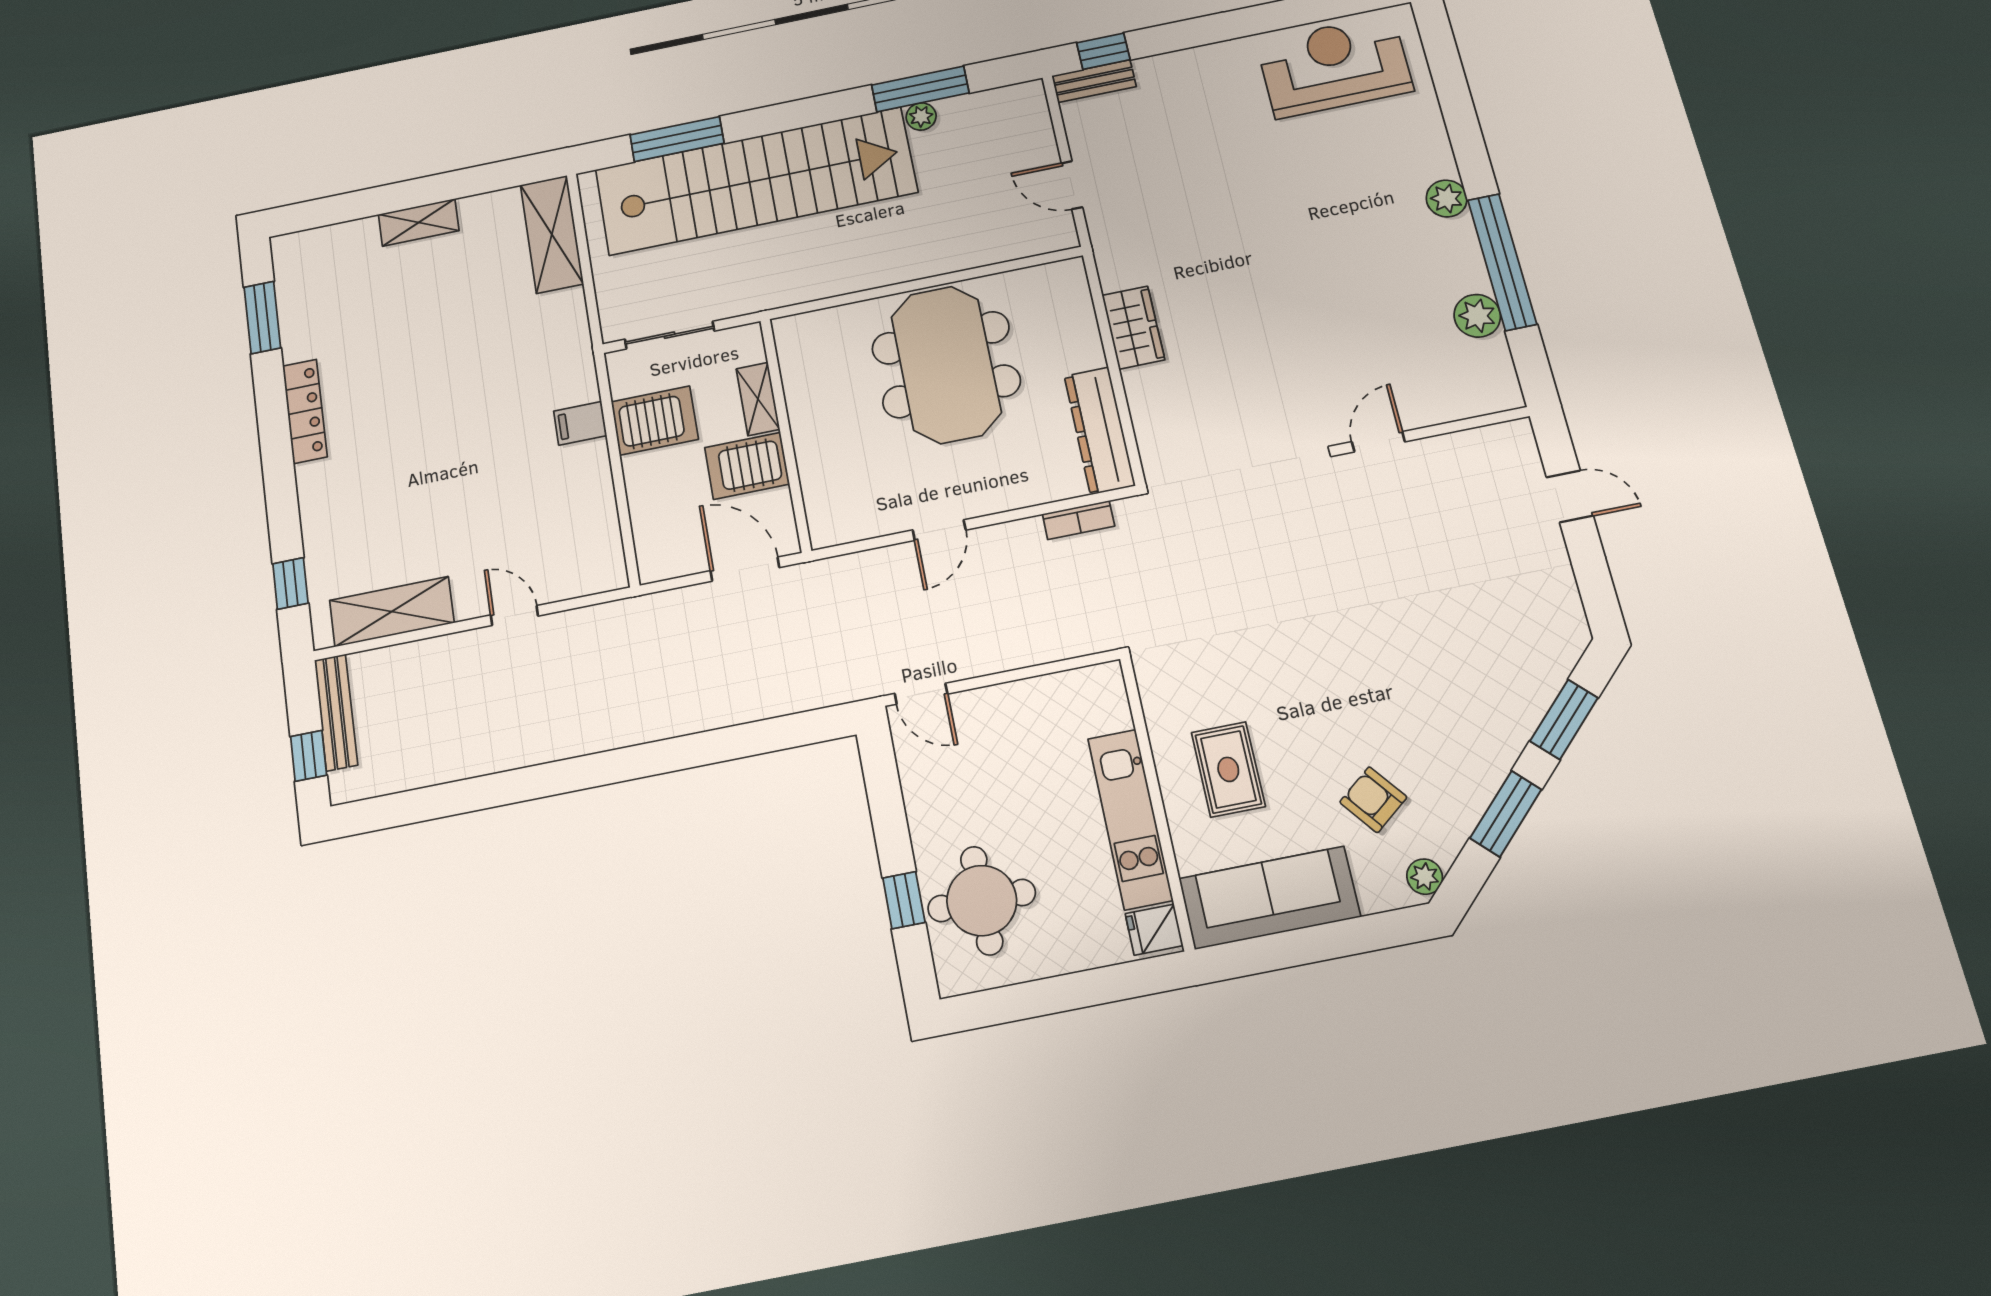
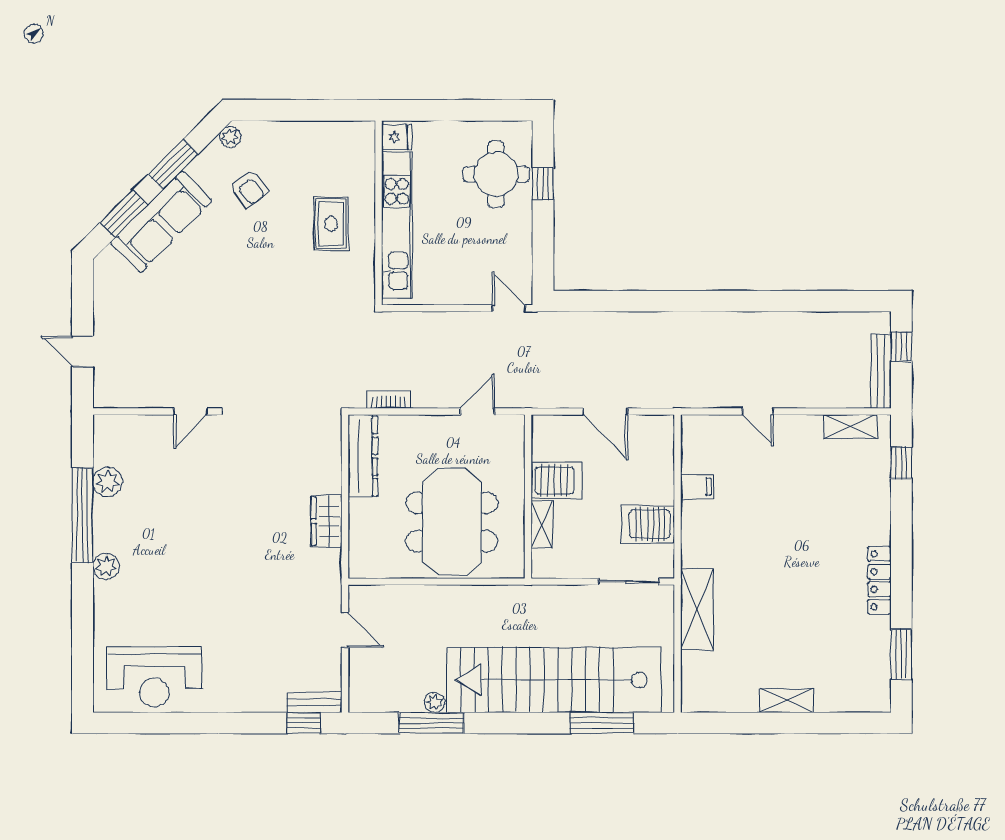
shelving: (552, 234) -> (697, 609), moved
shelving: (758, 399) -> (542, 525), moved
filing cabinet: (580, 423) -> (697, 487), moved
wall: (786, 434) -> (528, 497), moved
server rack: (747, 466) -> (557, 480), moved
shelving: (392, 612) -> (850, 426), width x0.67, depth x0.75
kitchen unit: (1130, 819) -> (397, 225), width x1.36
sofa: (1270, 898) -> (161, 222), moved, turned -45

